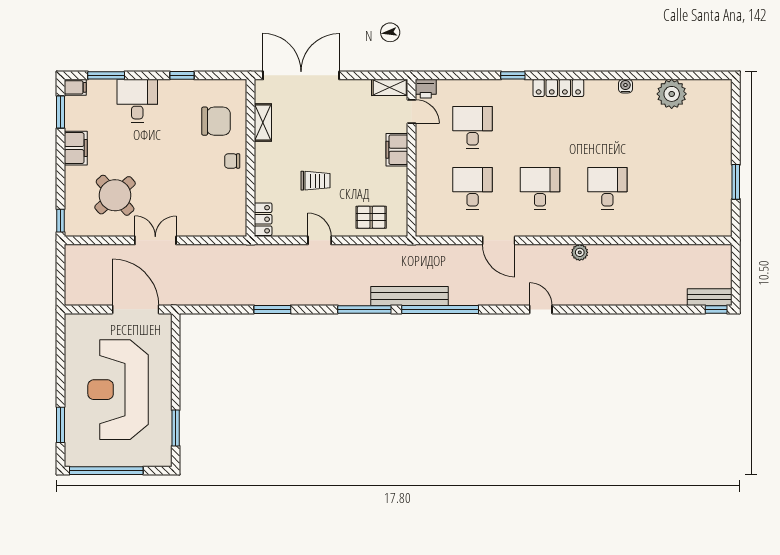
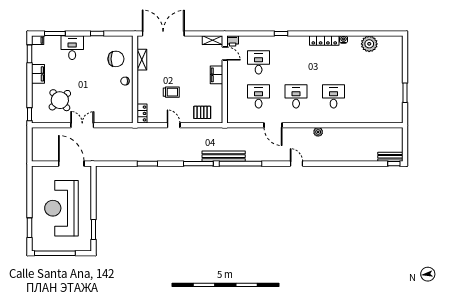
locker: (558, 88) -> (324, 40), moved

